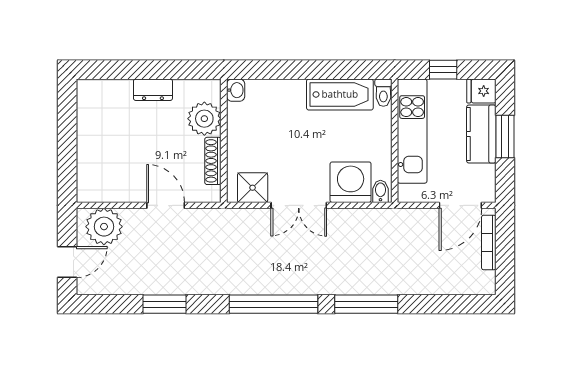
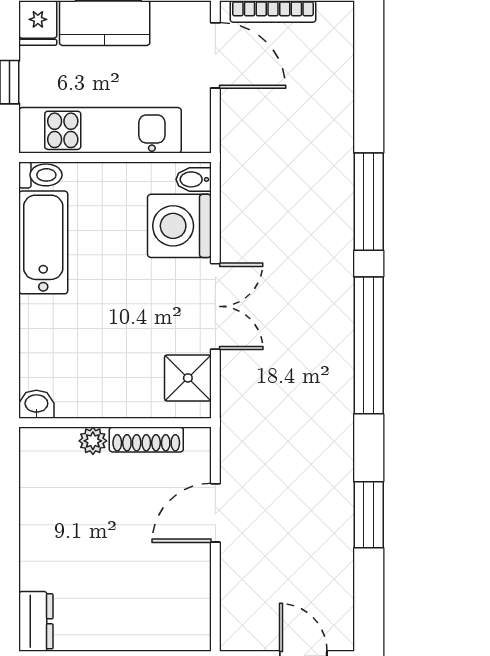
dresser: (153, 90) -> (36, 621), moved
plant: (204, 119) -> (93, 441), width x0.53, depth x0.53
plant: (104, 227) -> (248, 609), removed

